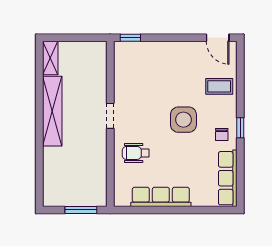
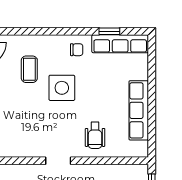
coffee table: (219, 86) -> (29, 69), moved
window: (240, 128) -> (109, 31), moved

